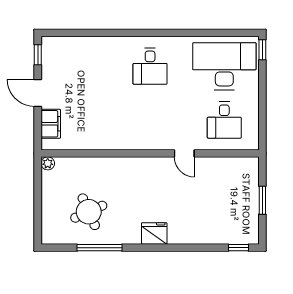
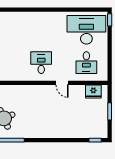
desk: (150, 66) -> (41, 63), moved, turned 180
fridge: (154, 233) -> (93, 92), moved, turned 180

